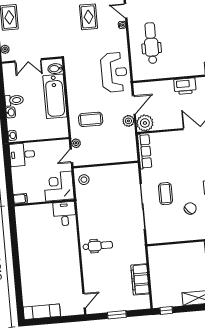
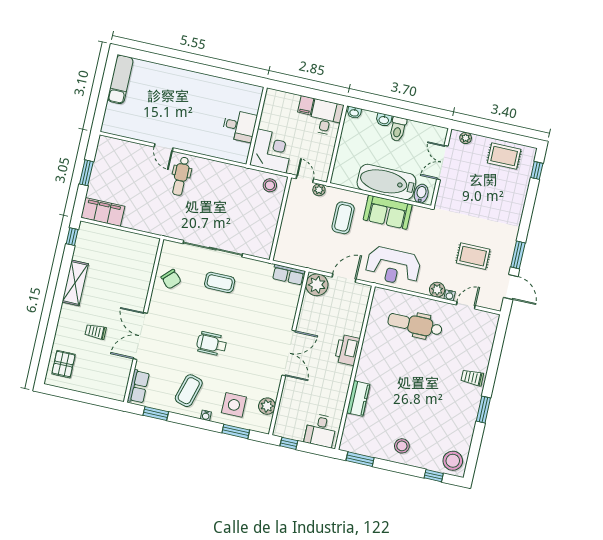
dental chair: (151, 43) -> (415, 325), turned 180
sofa: (76, 89) -> (388, 212), added
door: (134, 105) -> (344, 278), swing flipped
plant: (128, 121) -> (437, 290), moved
row of seats: (145, 151) -> (288, 275), width x0.68
filing cabinet: (20, 199) -> (306, 105), moved
chair: (190, 208) -> (171, 279), moved
desk: (64, 214) -> (239, 126), moved
filing cabinet: (140, 279) -> (103, 212), moved
door: (84, 301) -> (164, 147), moved

